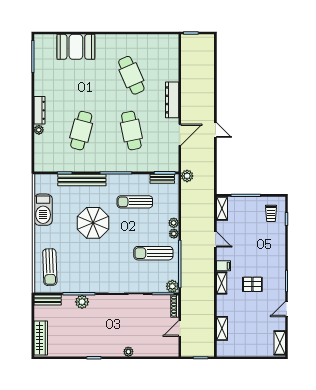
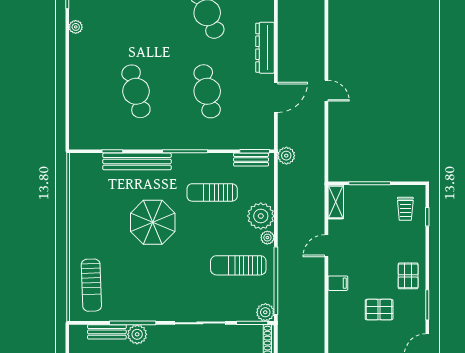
dresser: (39, 110) -> (77, 62), removed
plant: (39, 130) -> (76, 27), moved
cafe table: (81, 131) -> (136, 91), turned -30
barbecue: (43, 210) -> (82, 204), removed
plant: (174, 223) -> (261, 216), width x1.88, depth x1.88
door: (215, 239) -> (326, 246), swing flipped
pallet: (273, 261) -> (408, 276), added
shelving: (222, 283) -> (335, 308), removed
bench: (48, 300) -> (107, 332), moved

